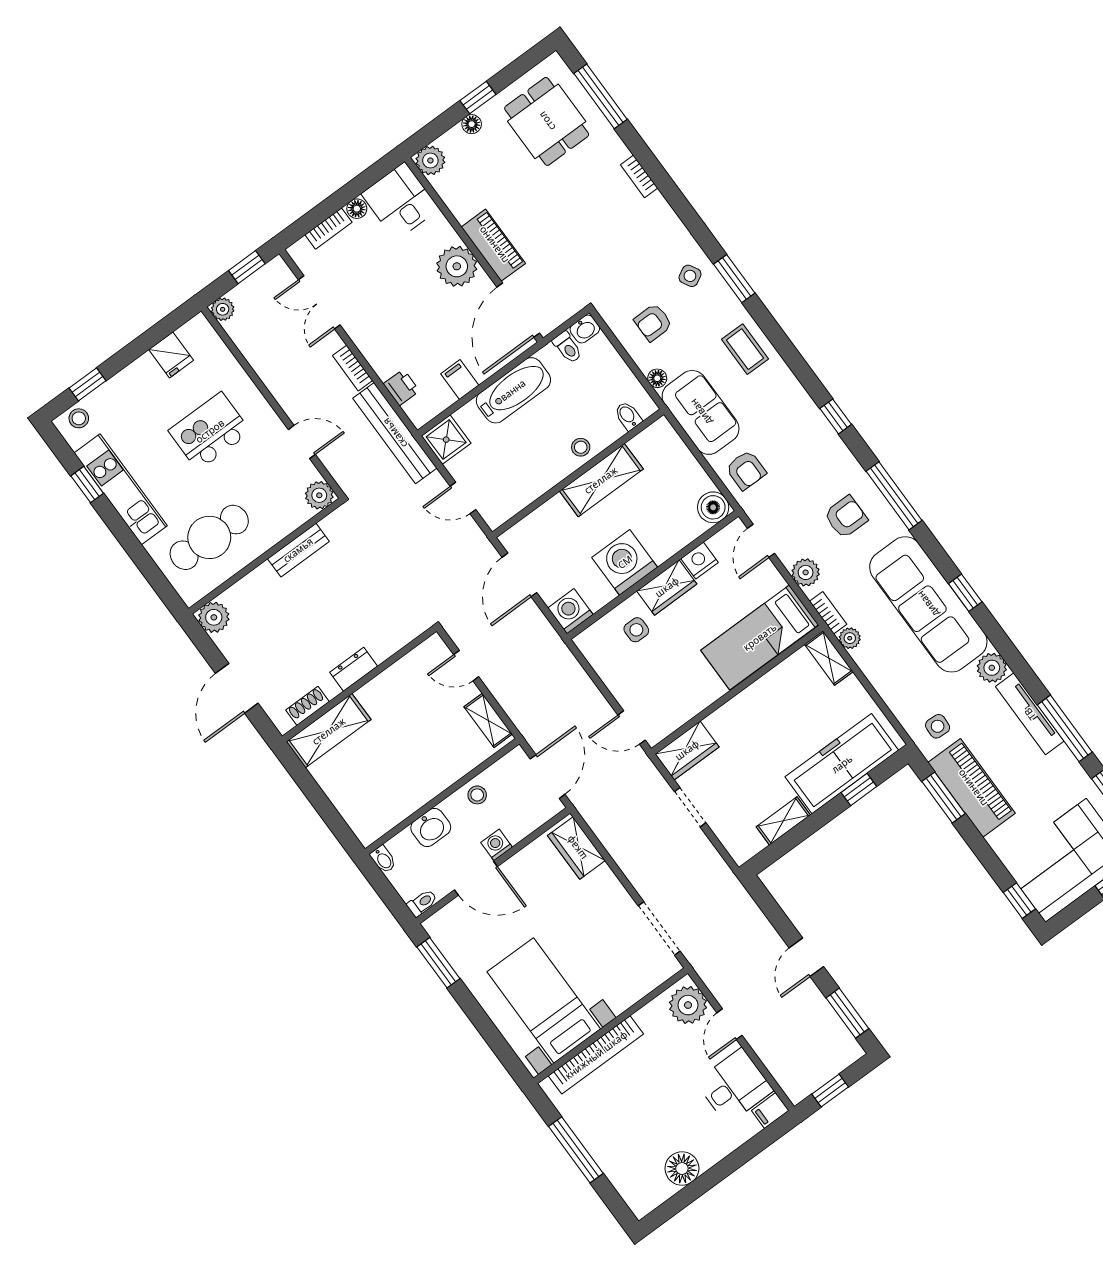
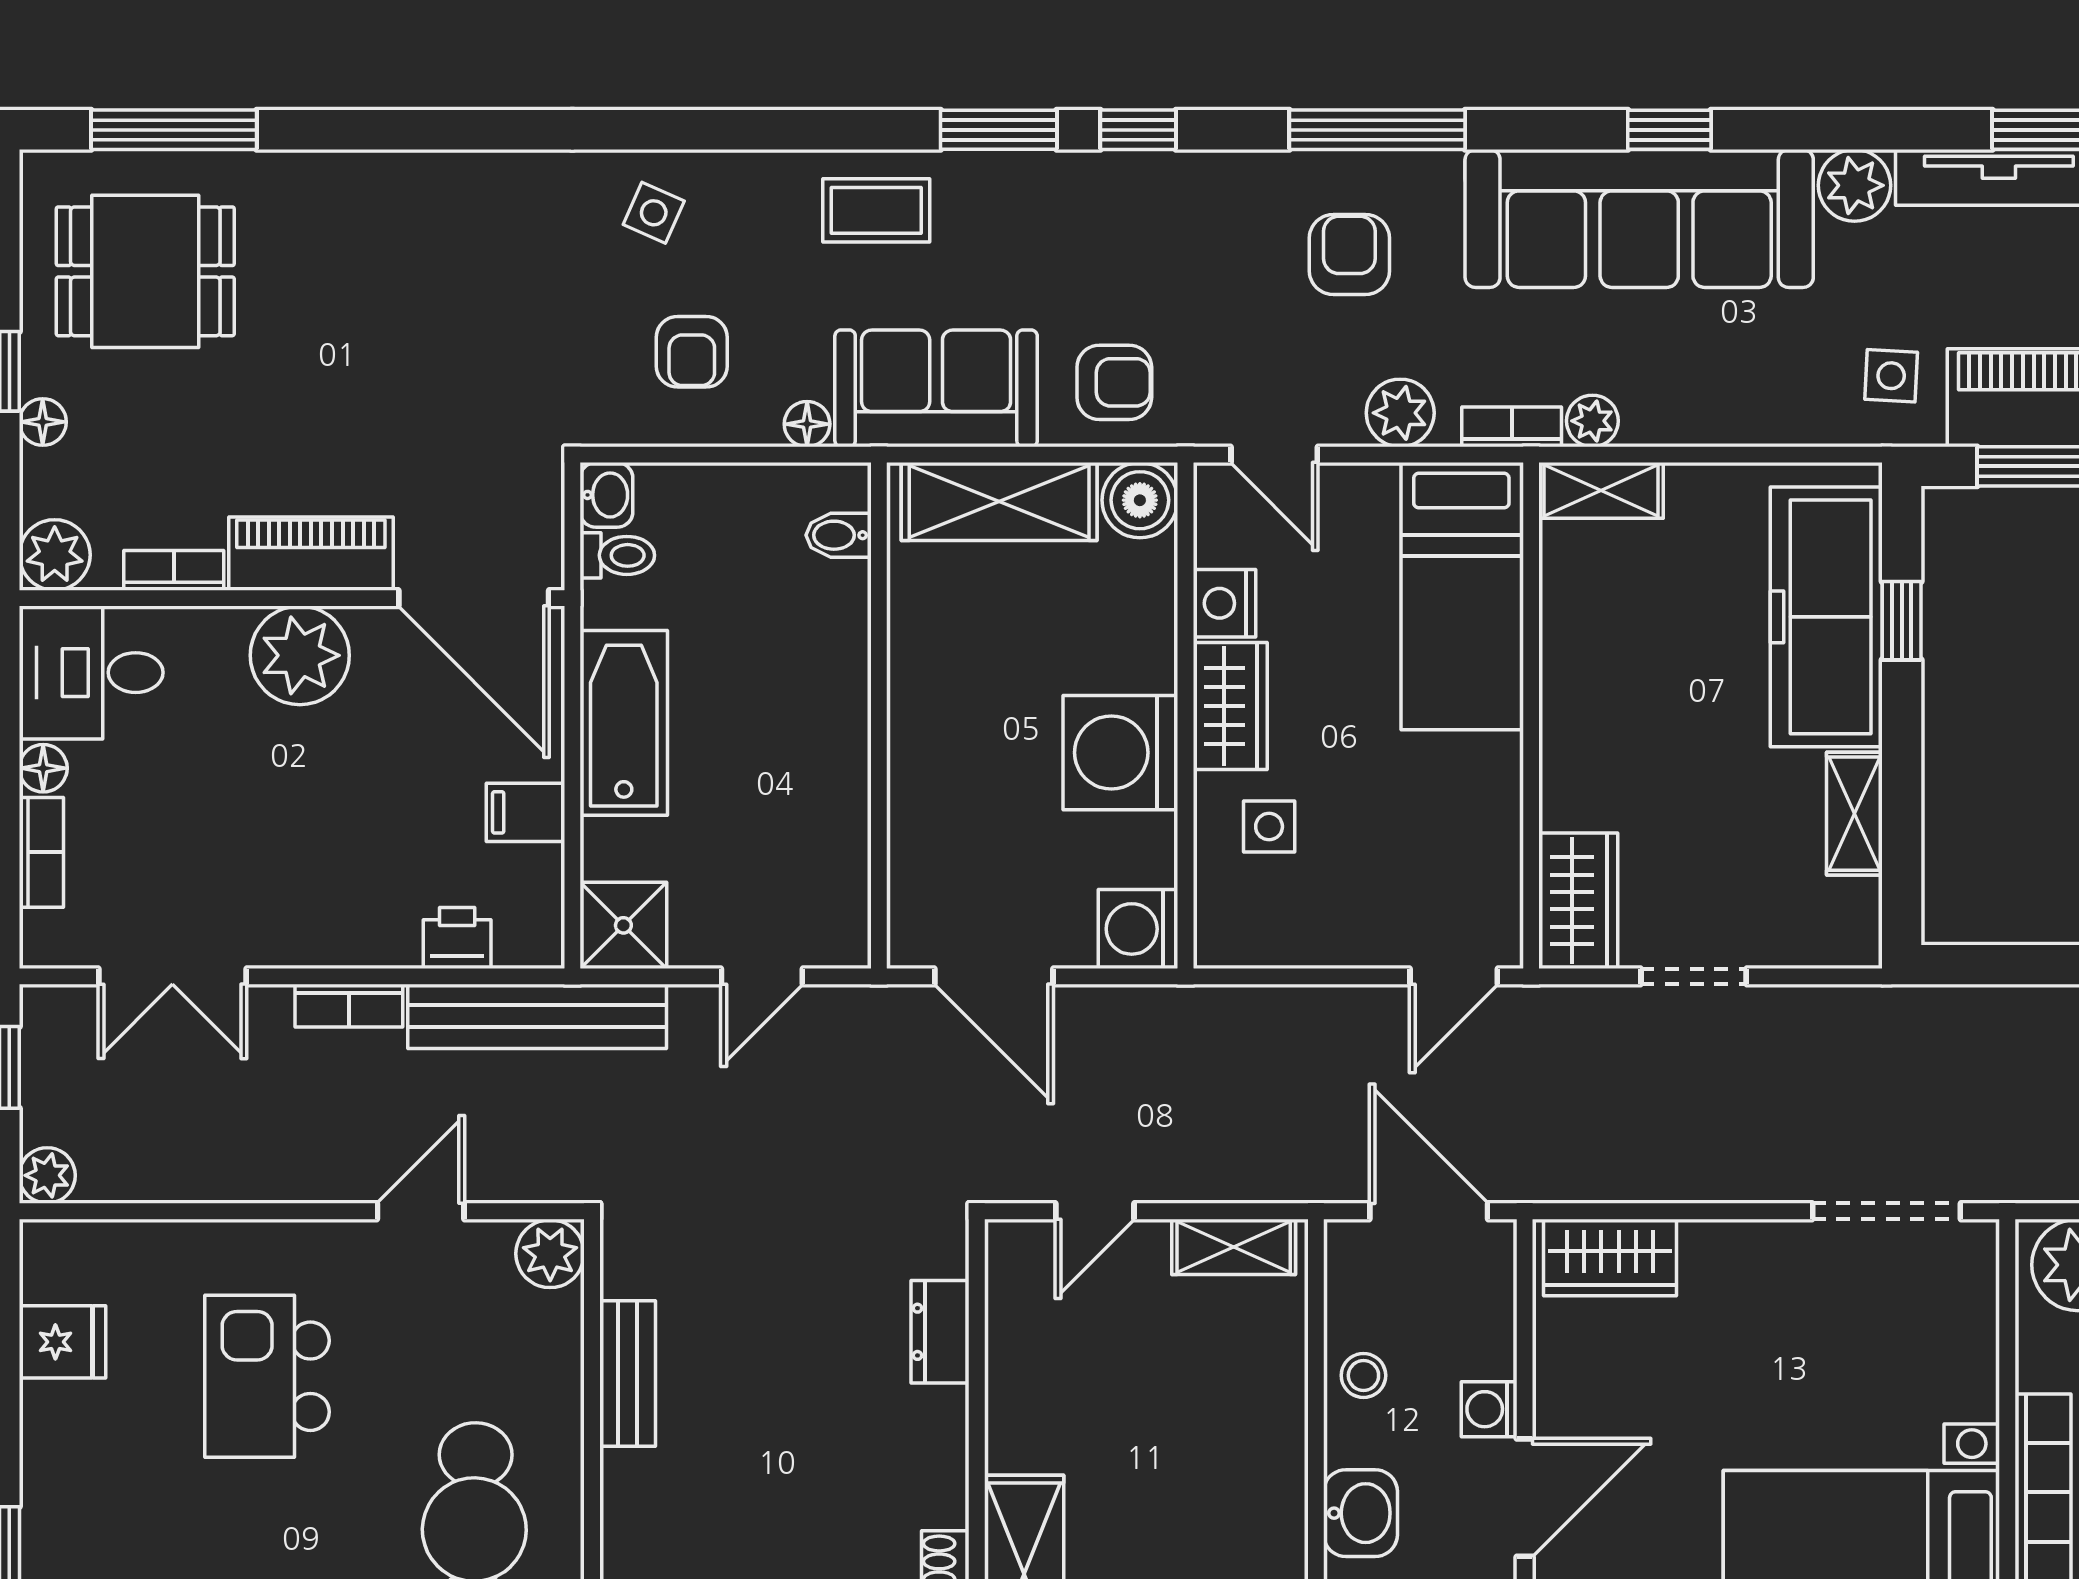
bookcase: (639, 176) -> (174, 570), moved, turned 180
side table: (690, 276) -> (654, 213), turned -37
window: (734, 279) -> (999, 130), moved
stool: (581, 447) -> (832, 673), removed
shelving: (601, 480) -> (999, 502), moved, turned 90
dresser: (354, 669) -> (940, 1332), moved

